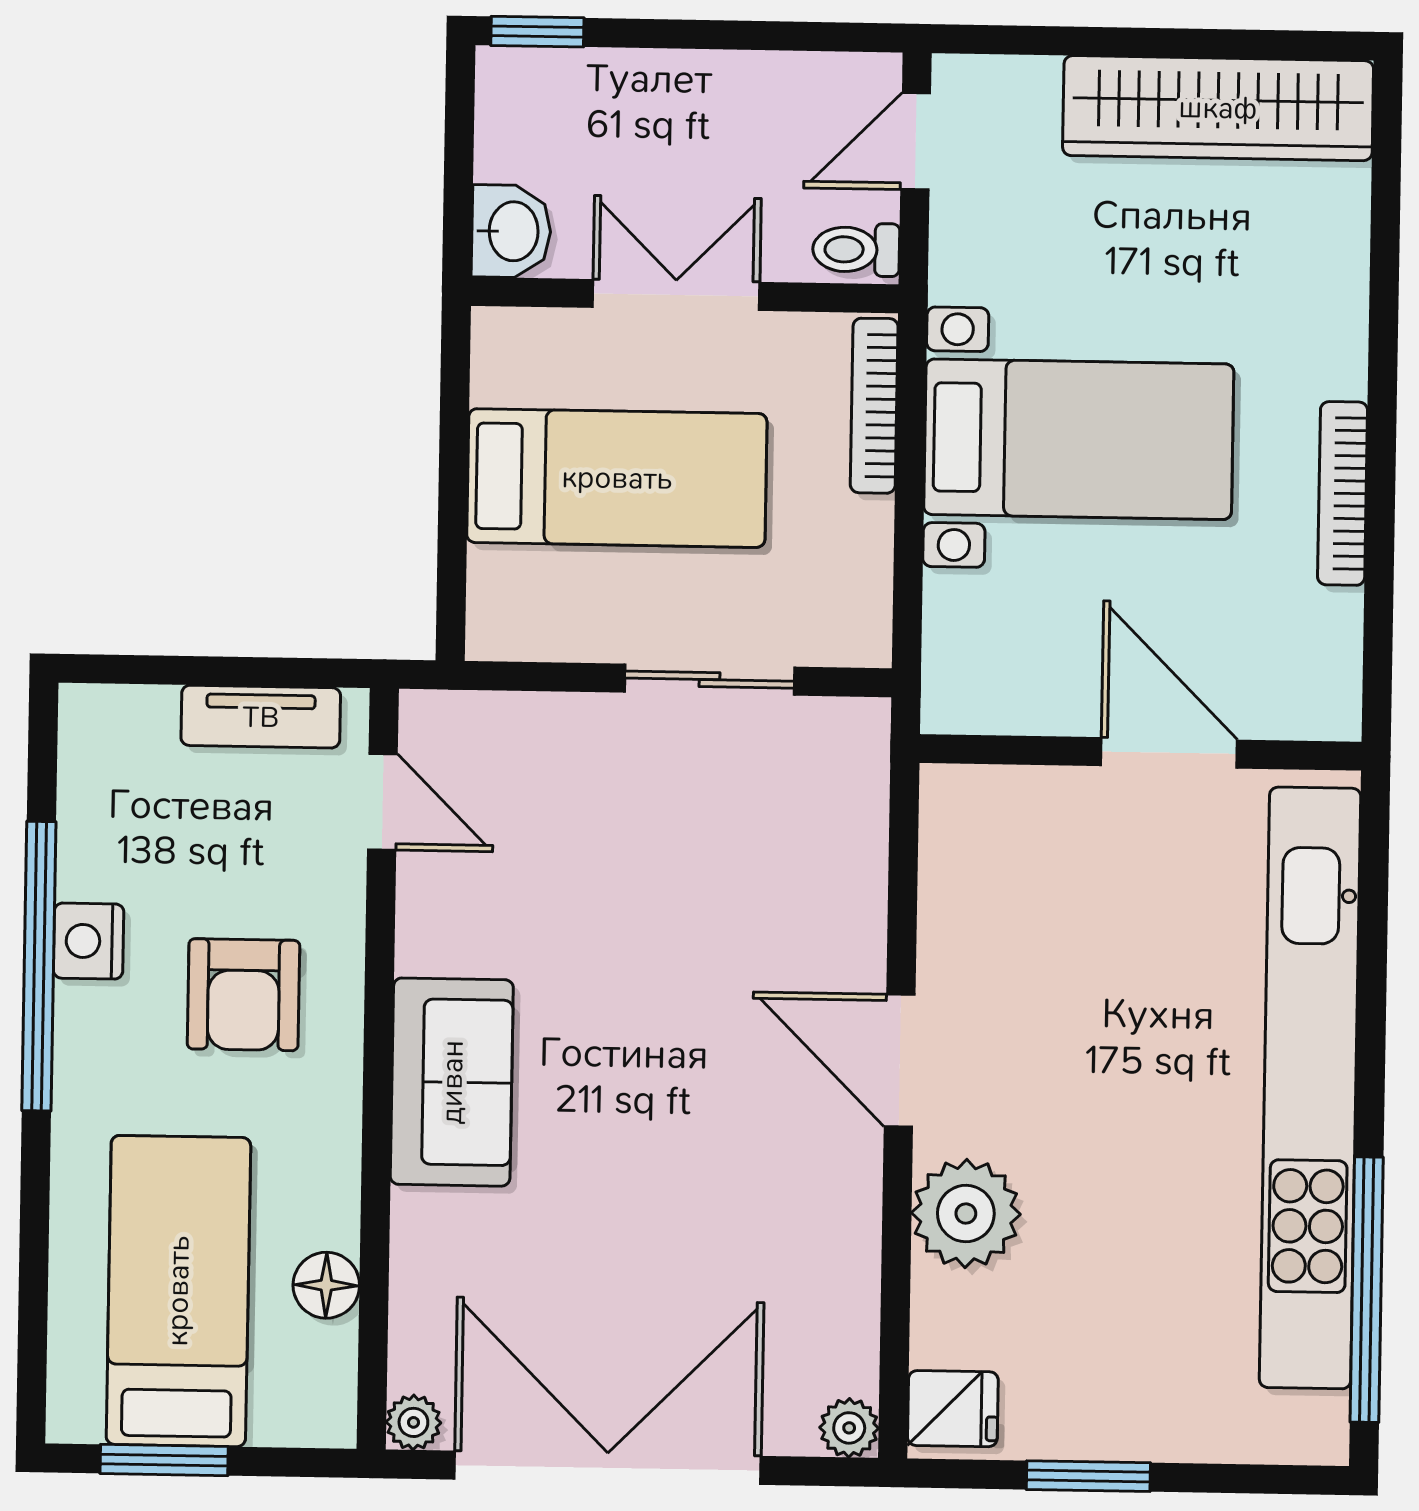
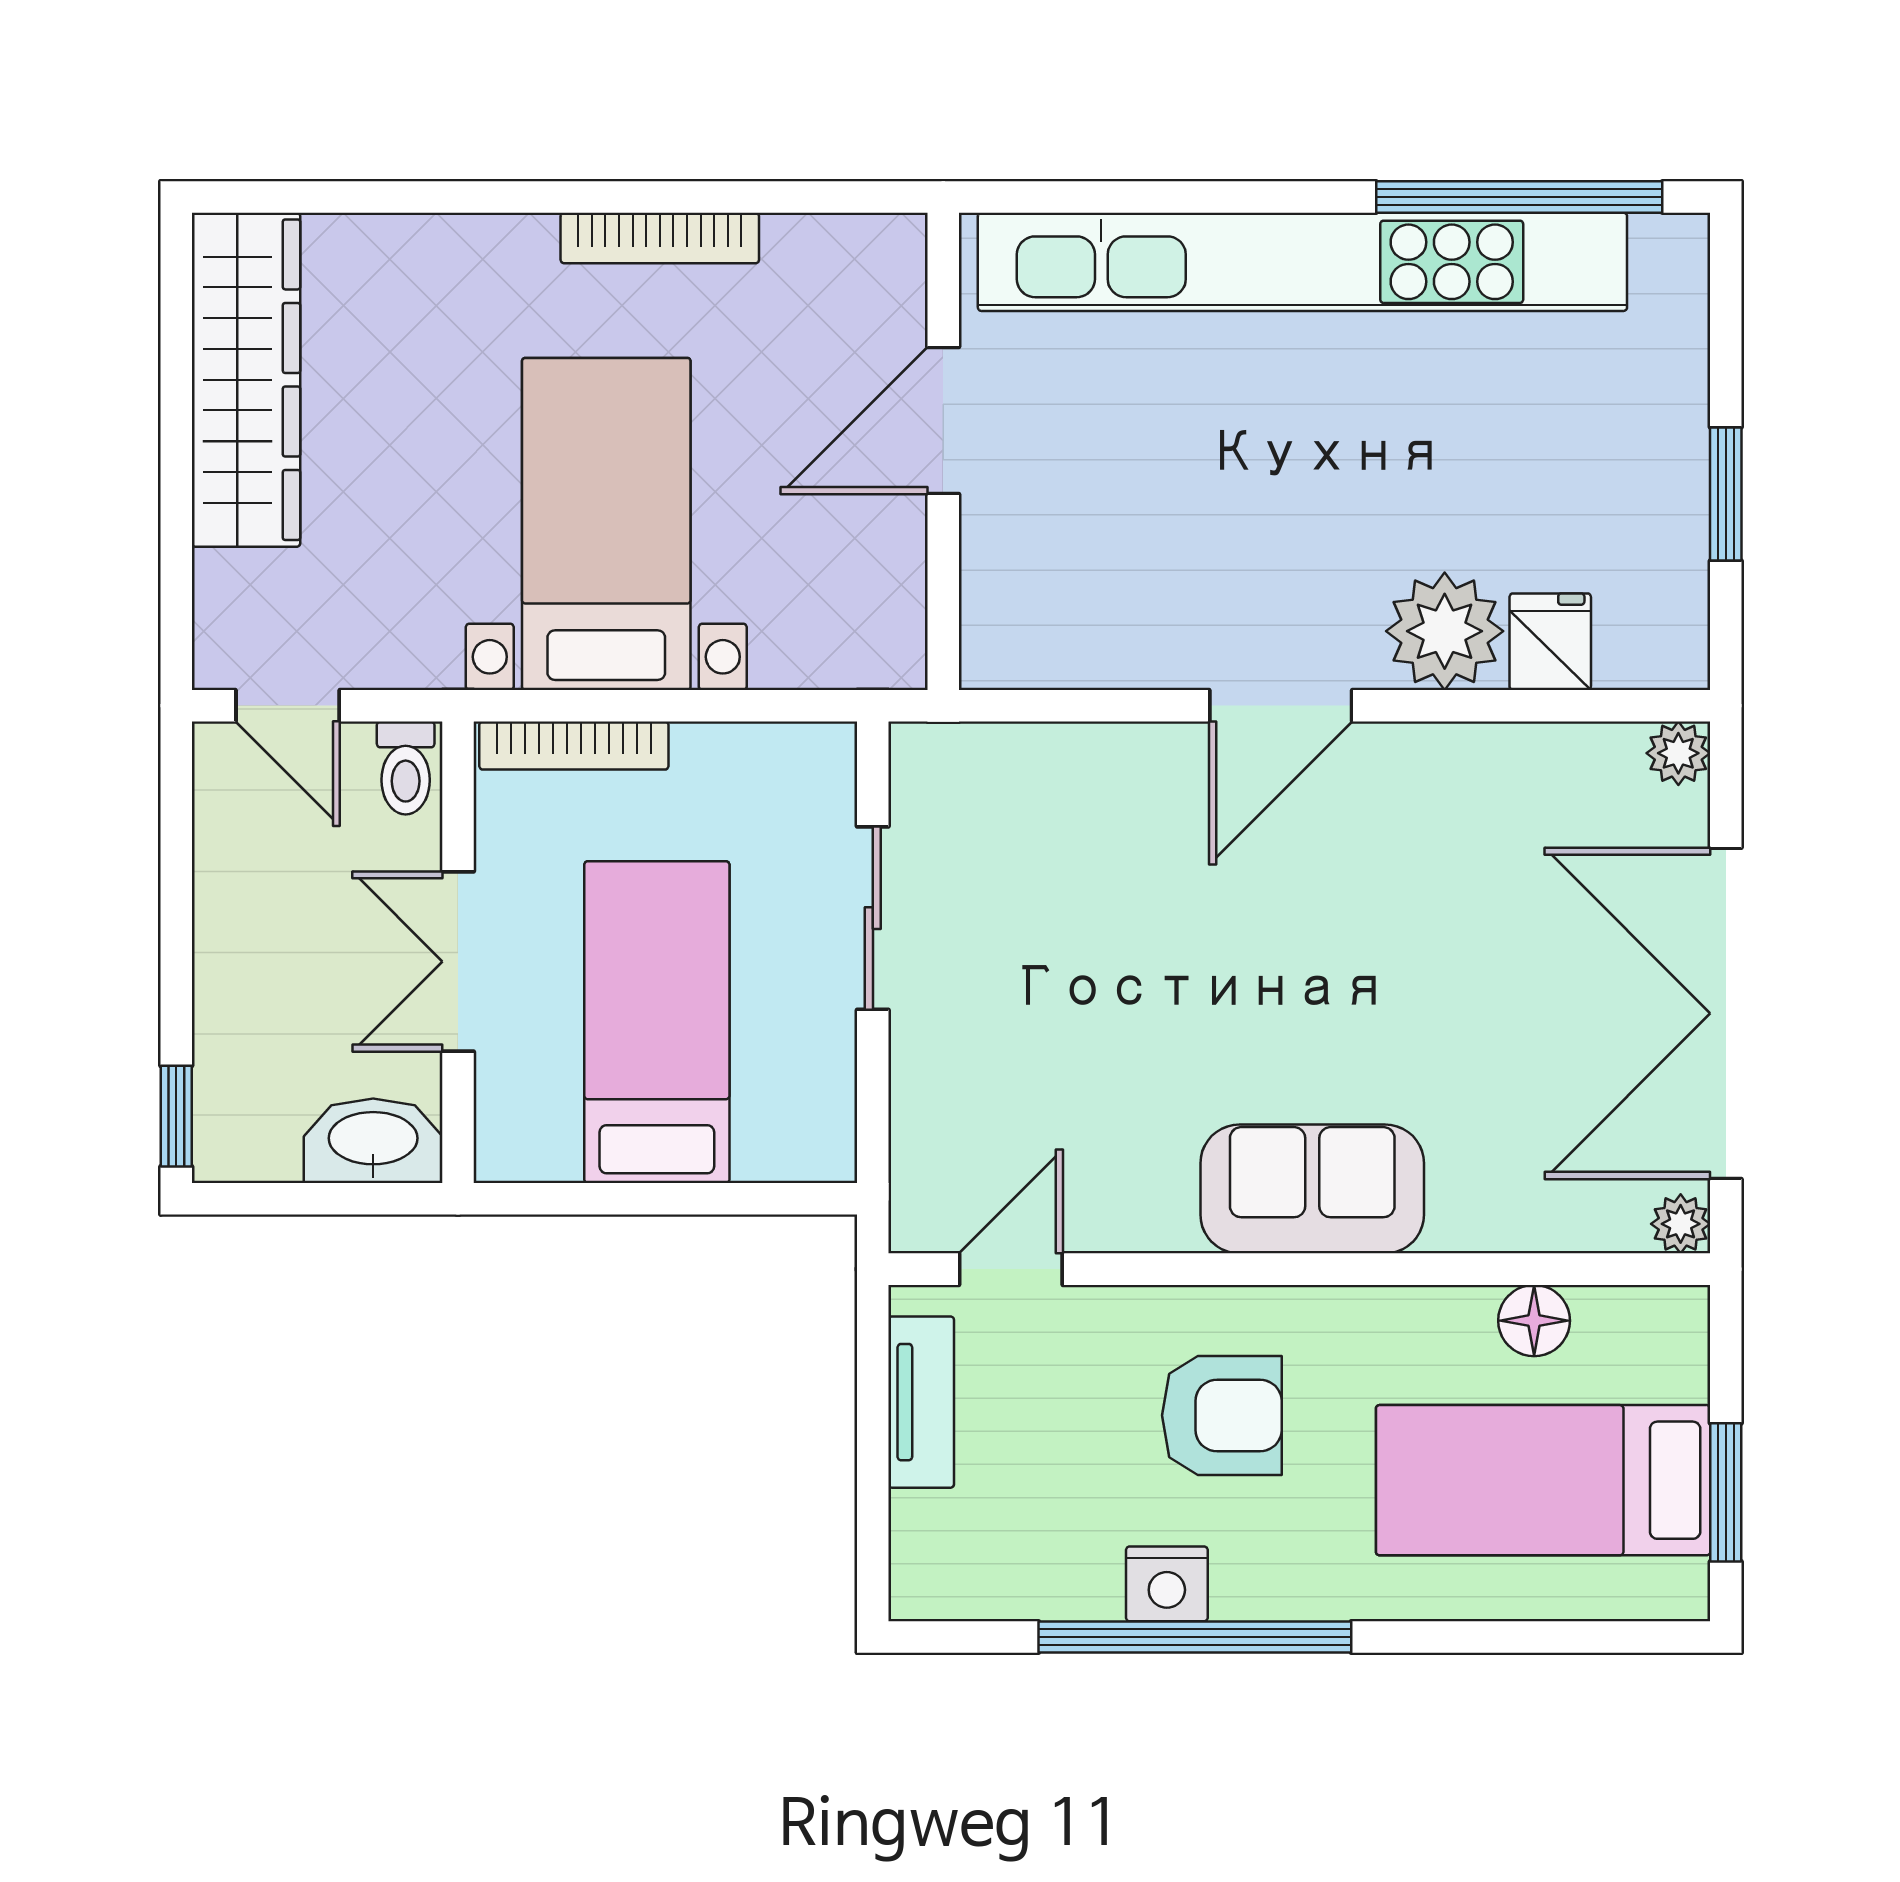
washbasin: (511, 231) -> (373, 1141), width x1.38
fridge: (953, 1409) -> (1550, 642), moved

